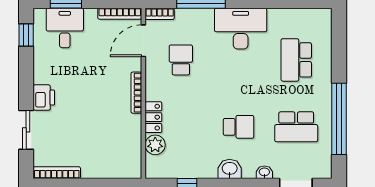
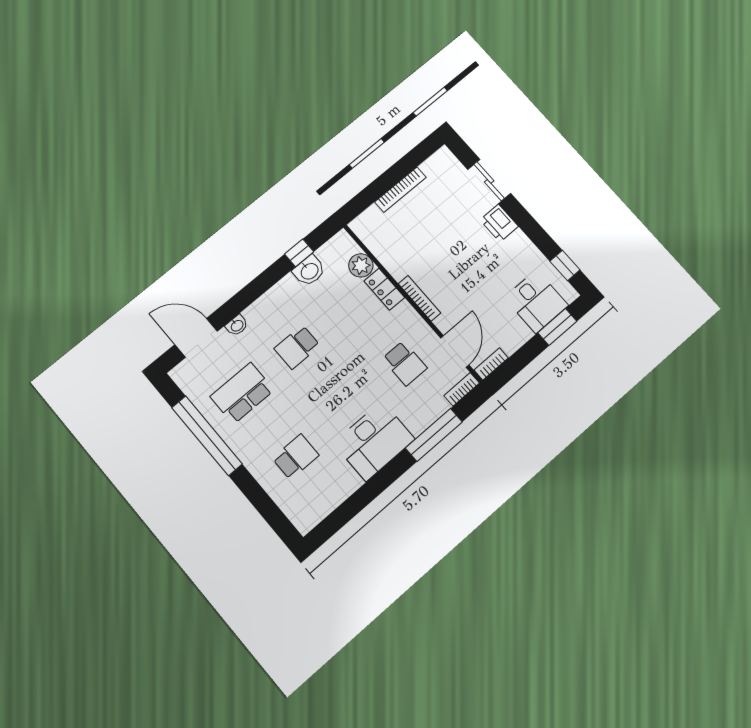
bookcase: (120, 14) -> (491, 364), width x0.64
school desk: (296, 60) -> (296, 457), width x0.54
washbasin: (230, 169) -> (309, 271), moved
bookcase: (57, 173) -> (400, 190), moved

